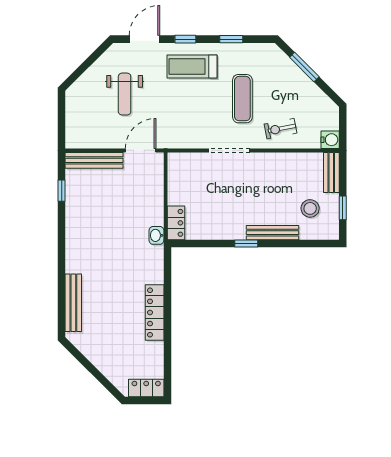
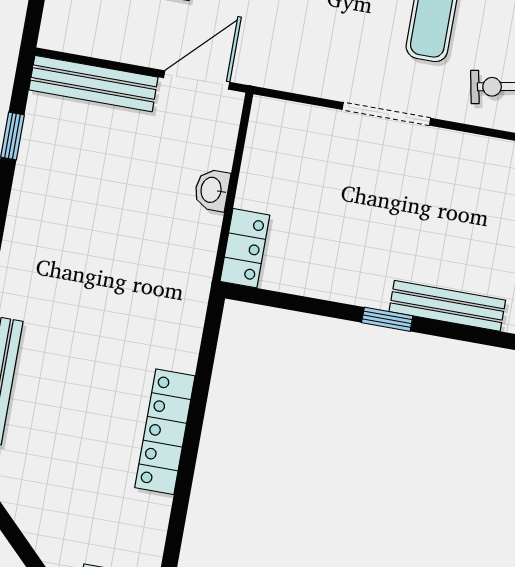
washbasin: (156, 235) -> (212, 190), moved

